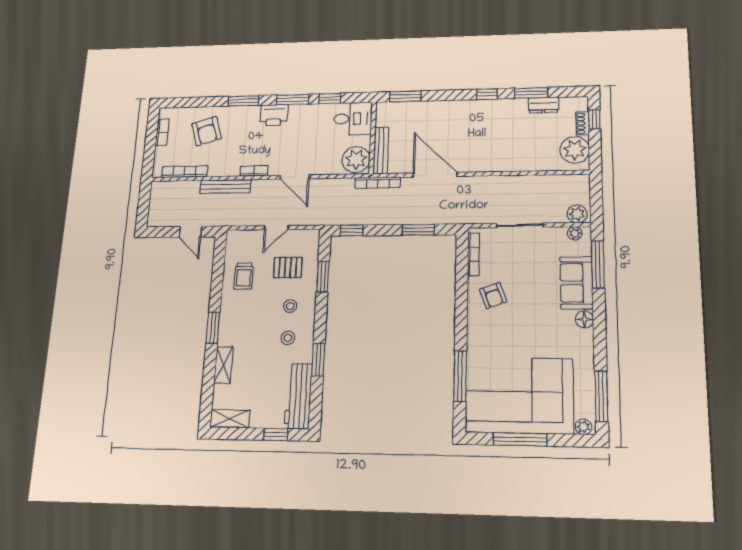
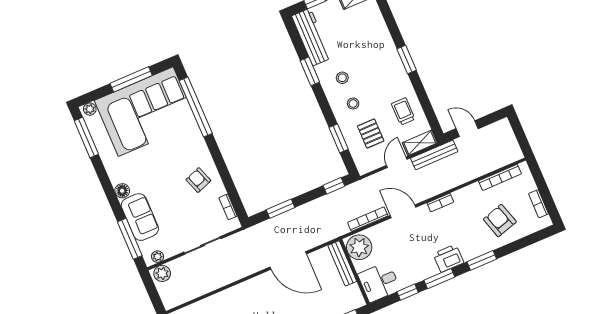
bookcase: (378, 183) -> (368, 219), moved
bench: (225, 187) -> (434, 155), moved
bookcase: (473, 254) -> (228, 207), width x0.64
pallet: (288, 268) -> (371, 134), turned 90
shelving: (223, 365) -> (420, 143), moved, turned 90
window: (460, 376) -> (196, 107), width x1.46

